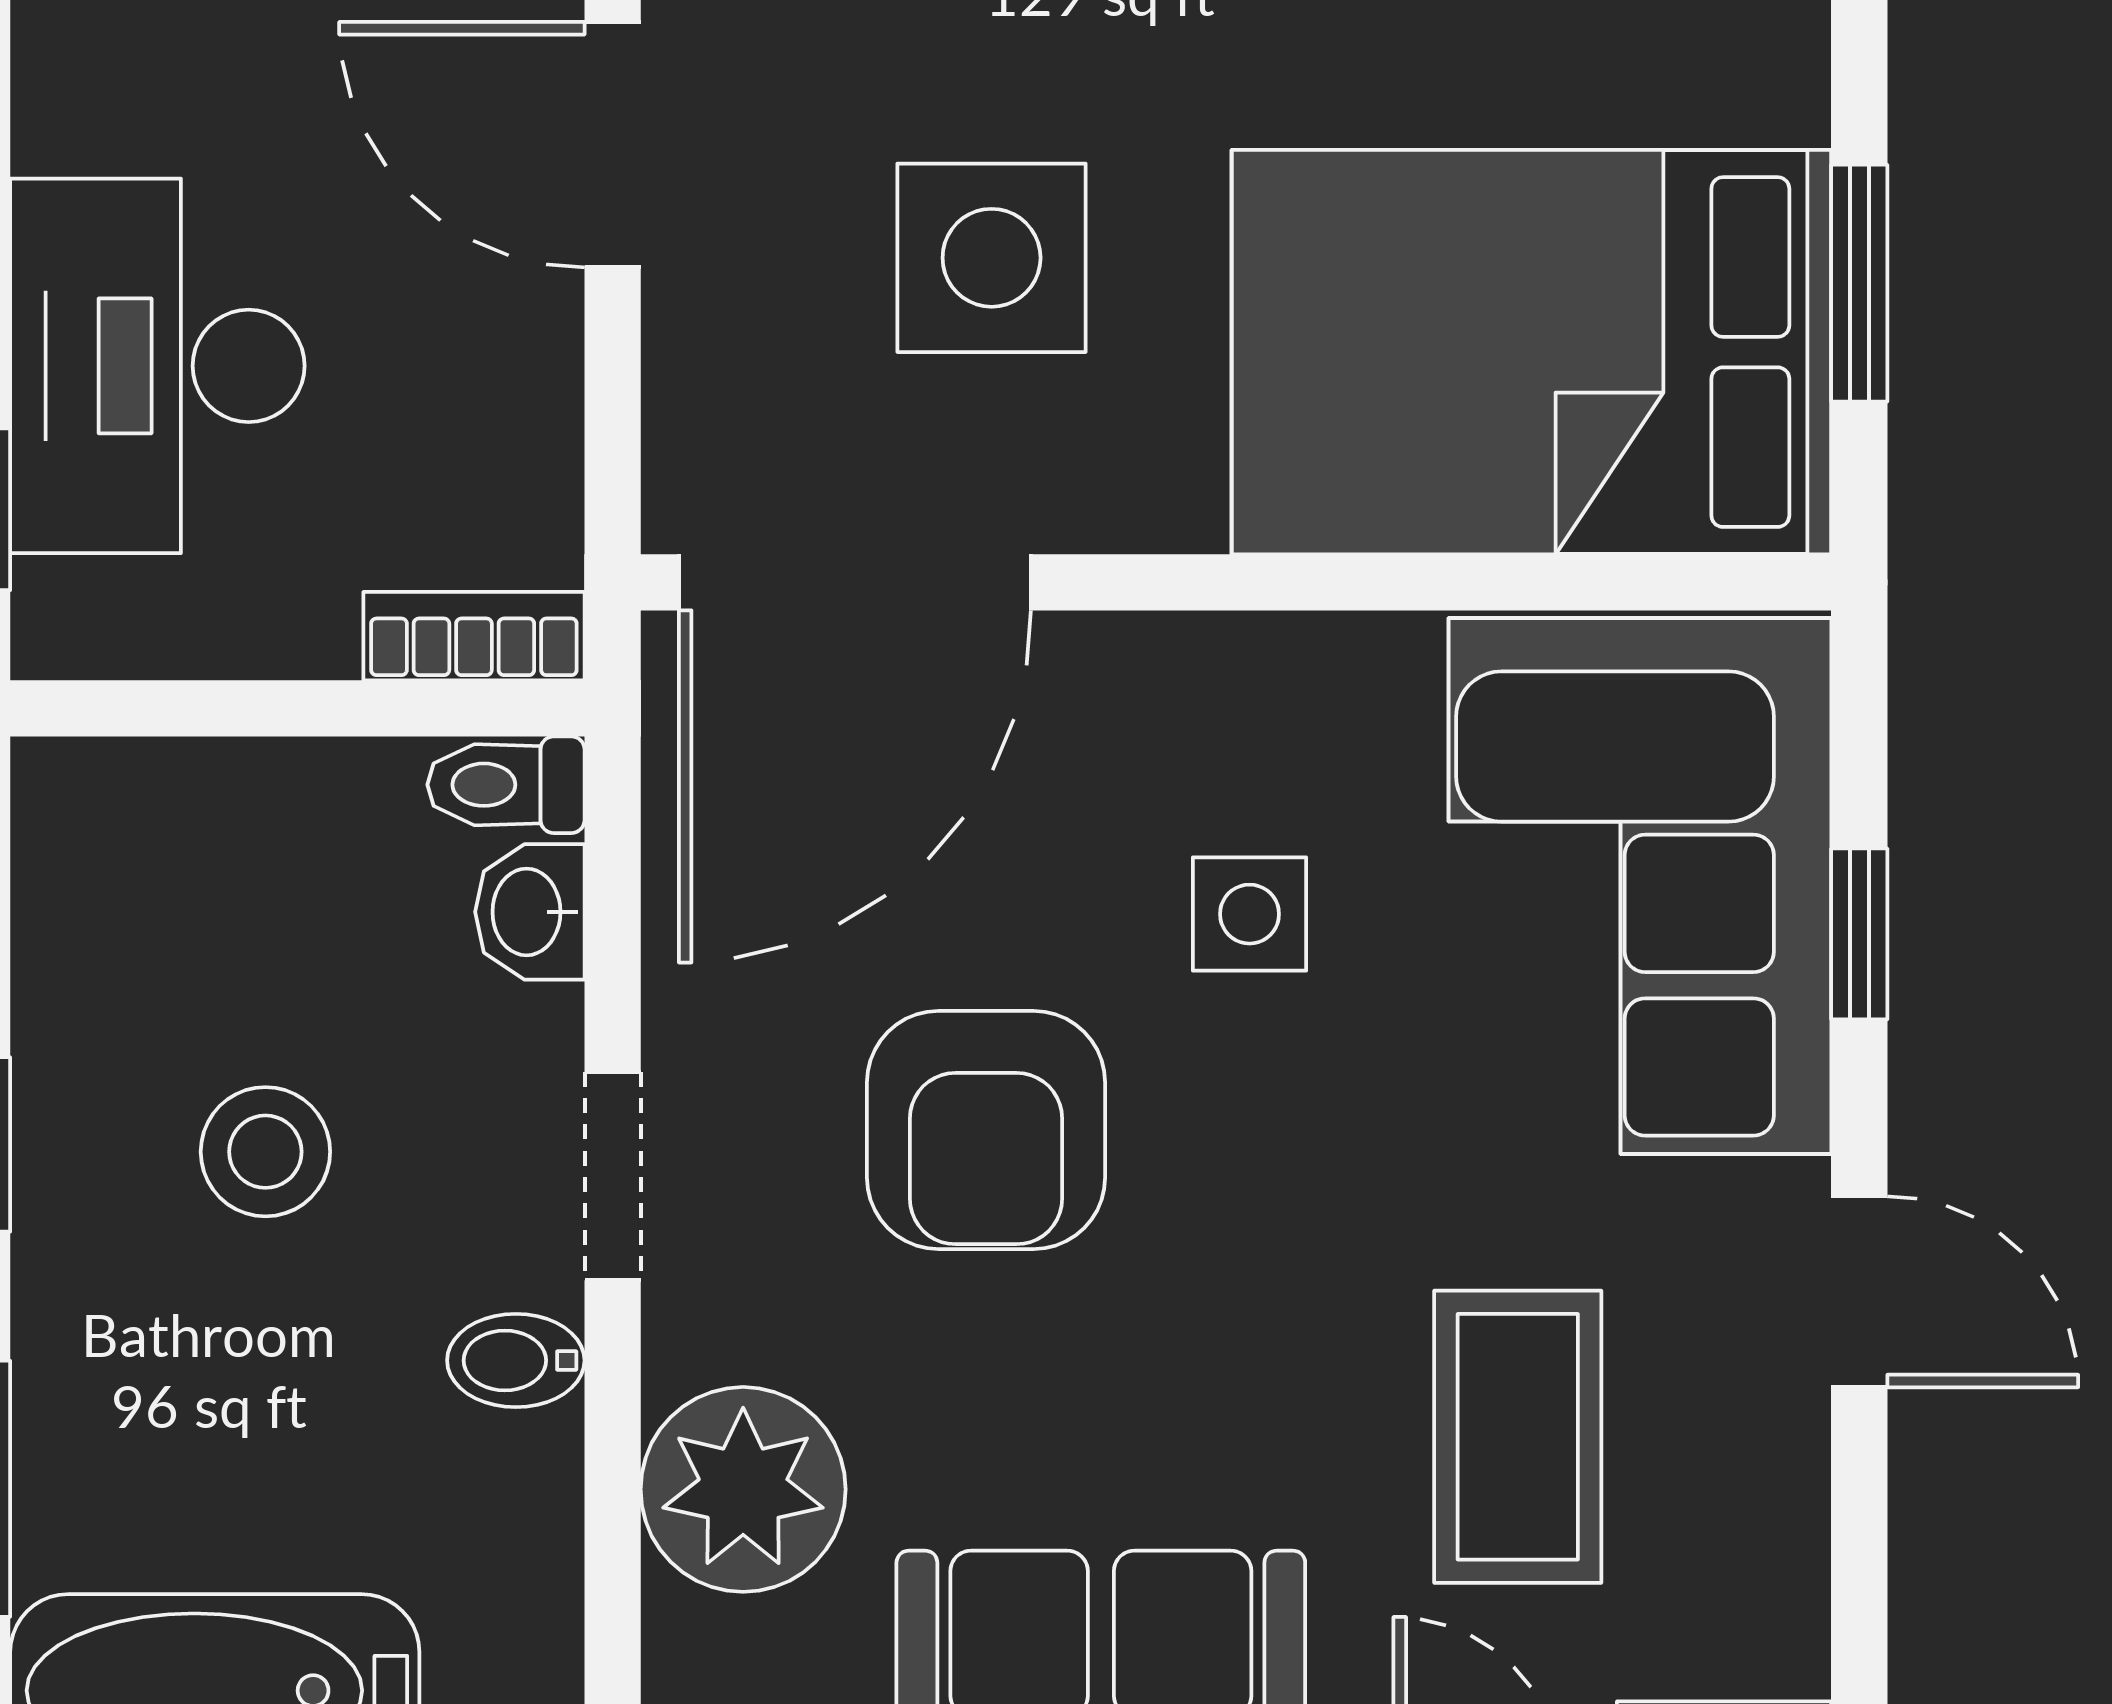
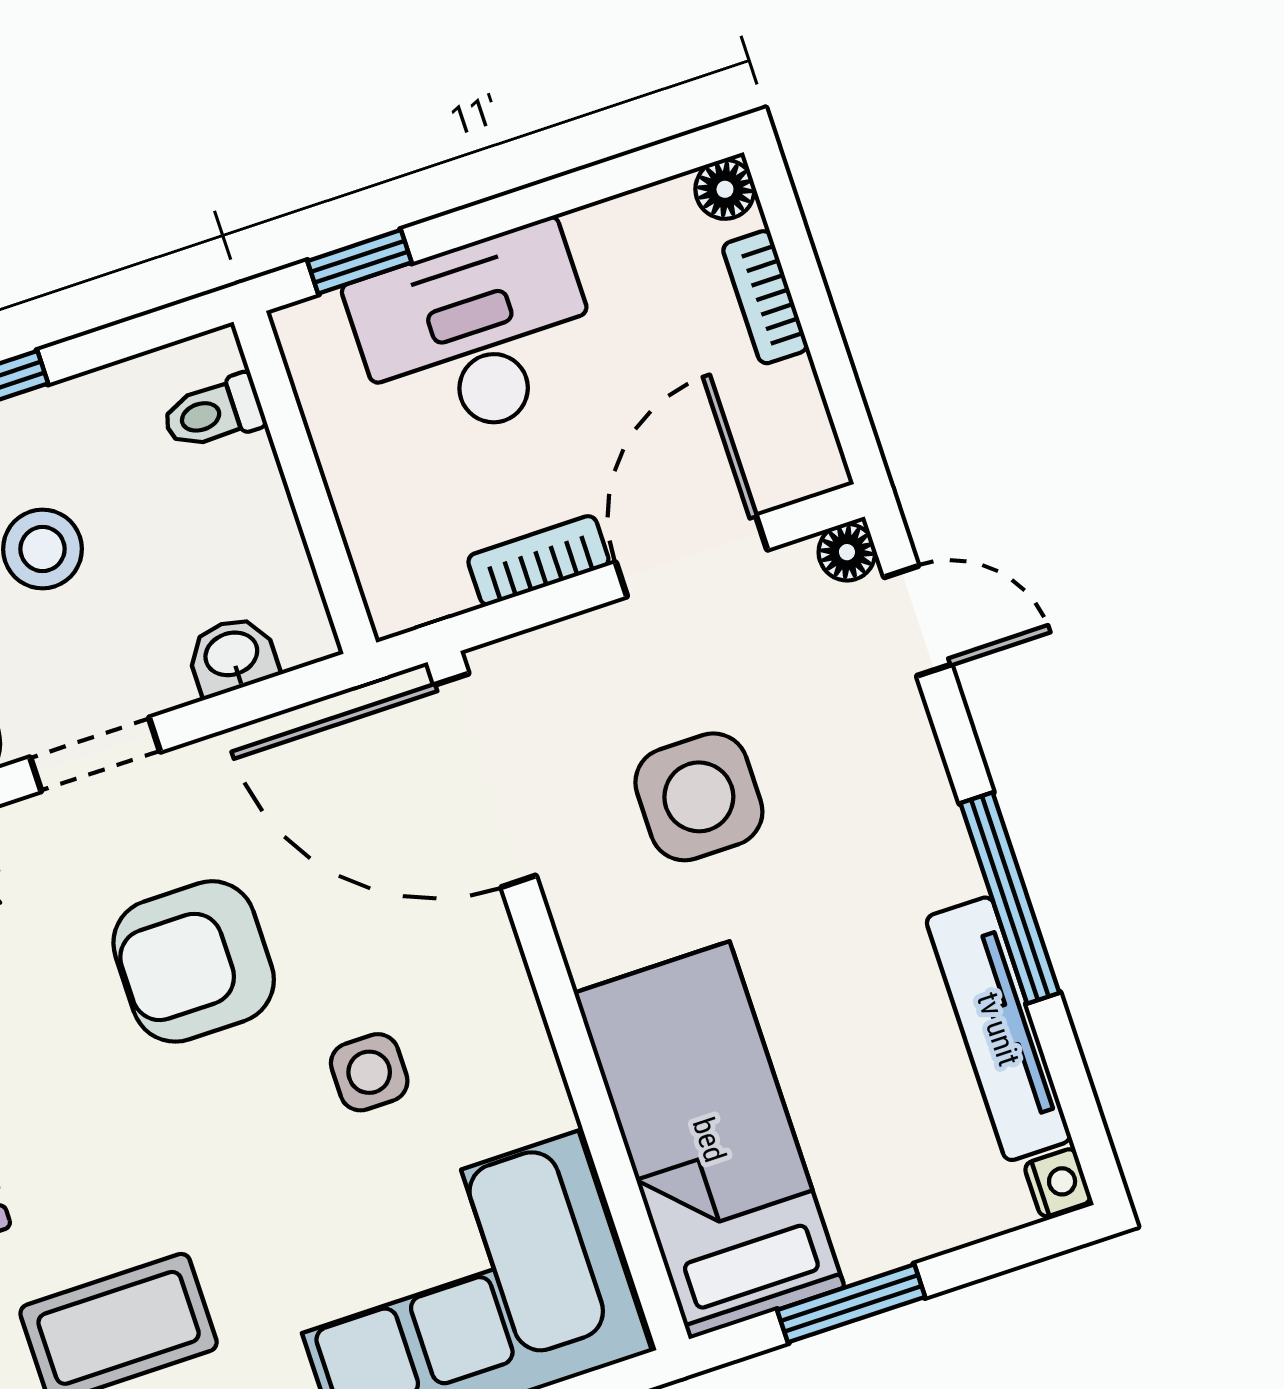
bed: (1532, 352) -> (709, 1140), width x0.67
bookcase: (474, 636) -> (538, 561), moved, turned -90
toilet: (506, 785) -> (213, 413), moved, turned -90

